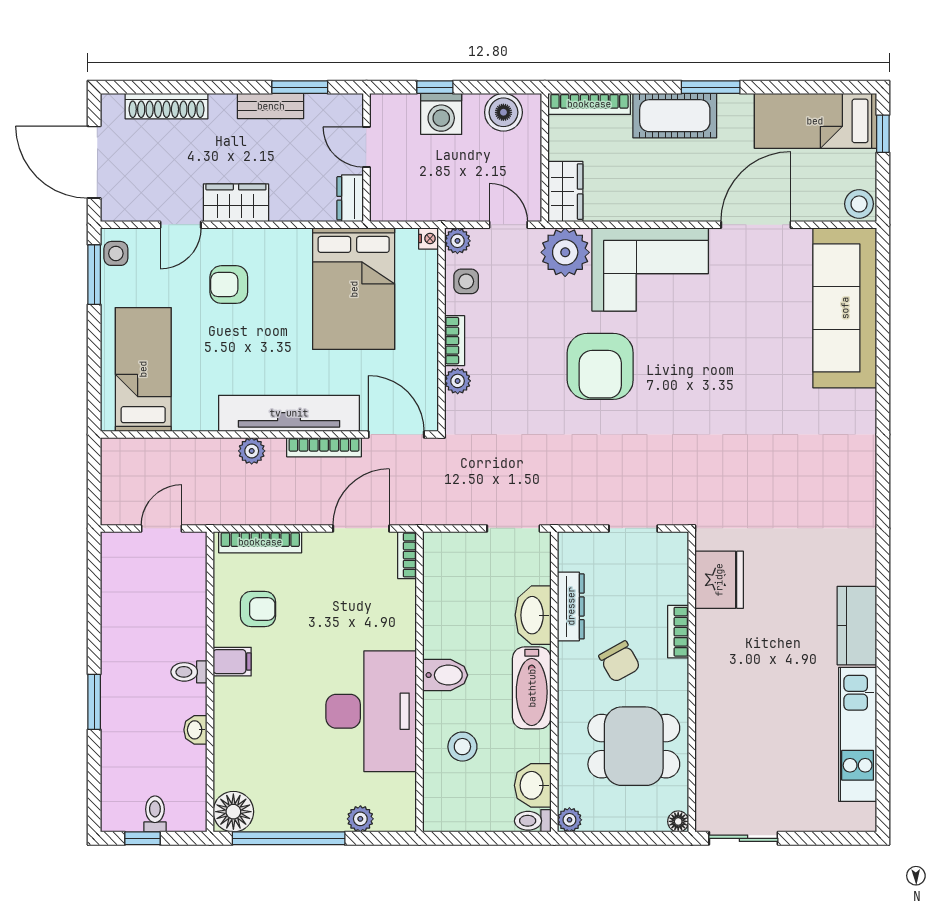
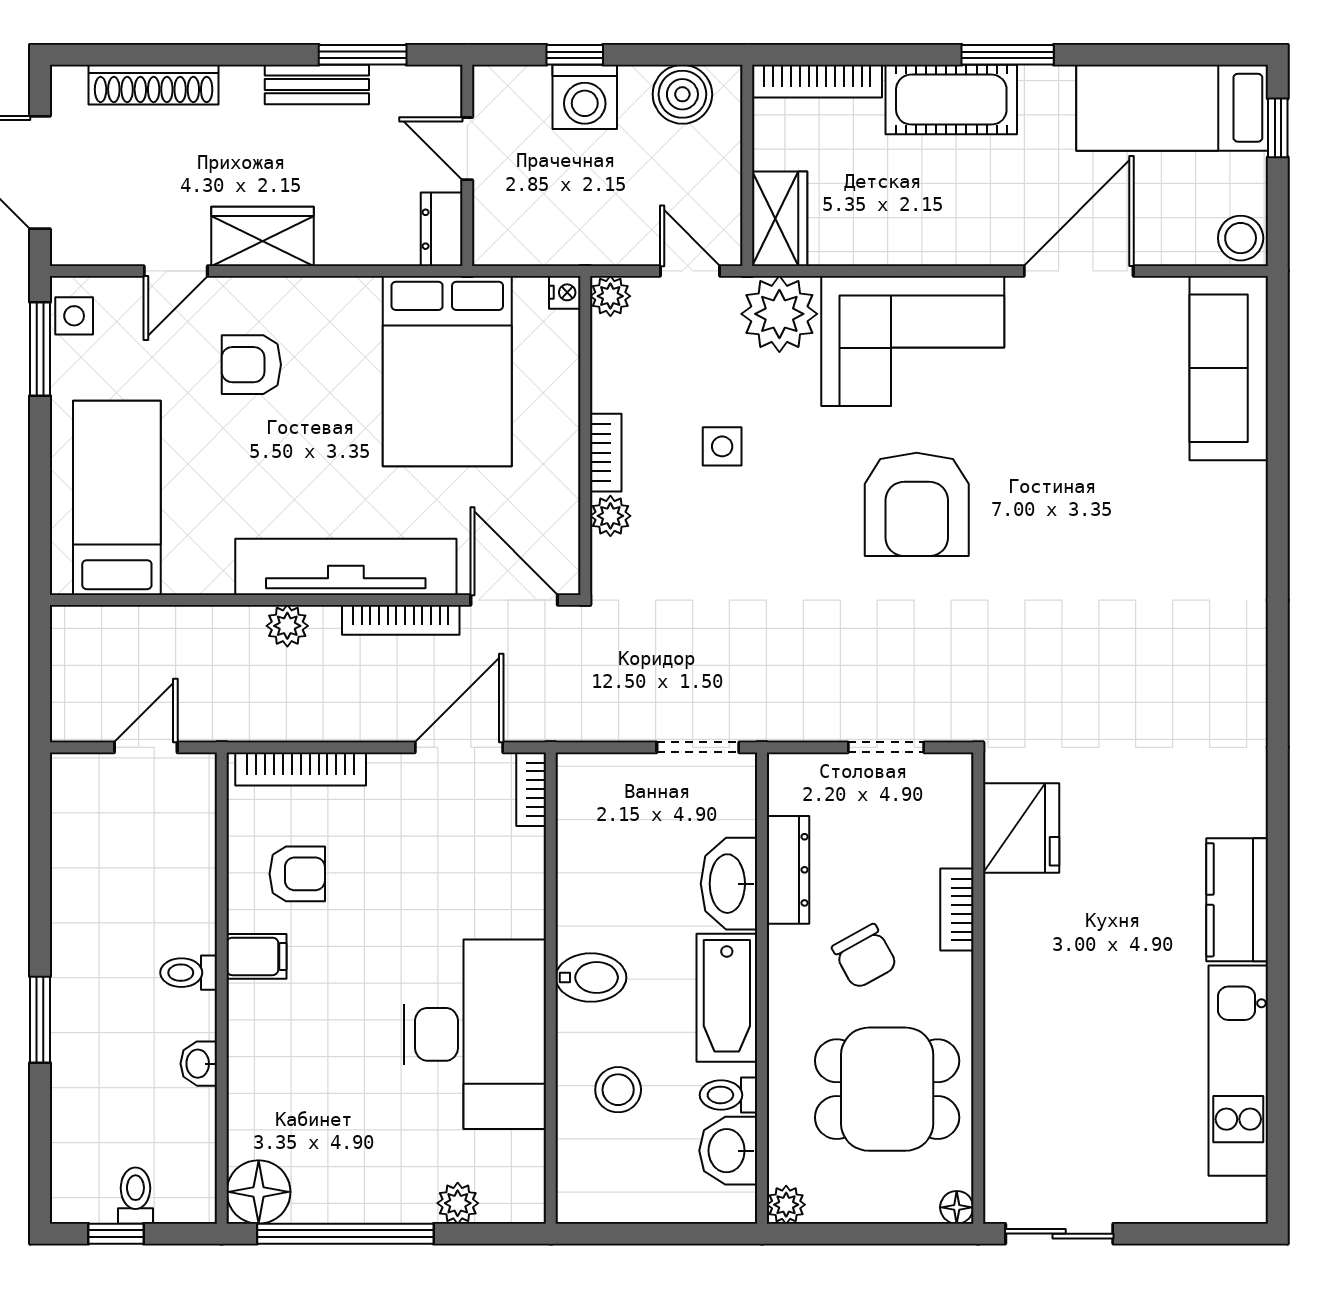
side table: (466, 281) -> (722, 446), moved
sofa: (845, 308) -> (1229, 368), width x0.74, depth x0.79
armchair: (600, 366) -> (917, 504), moved
toilet: (533, 821) -> (728, 1095), moved

